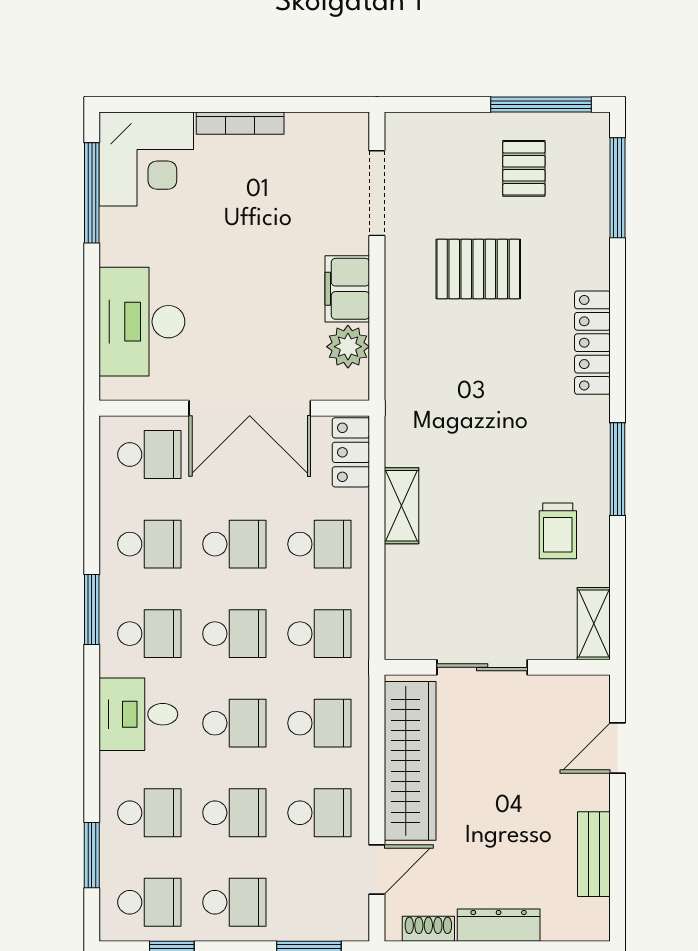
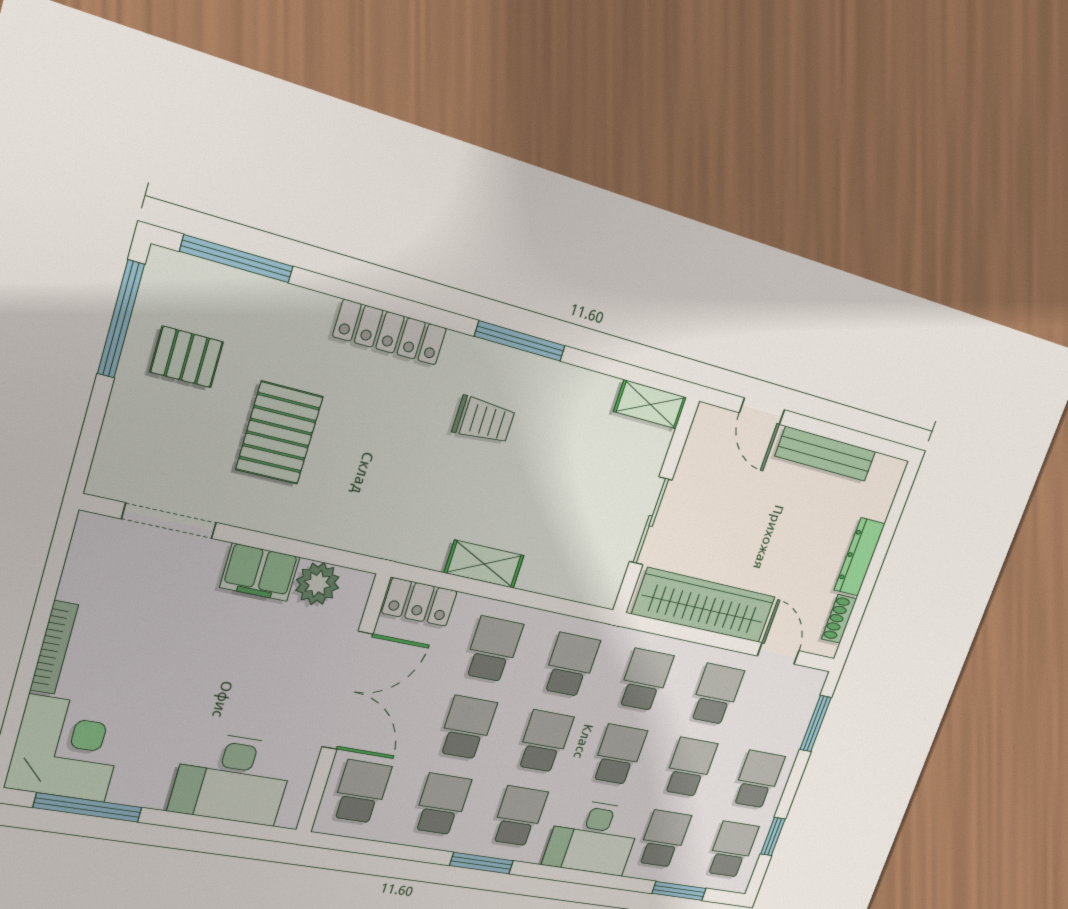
trolley: (558, 531) -> (484, 420), moved
desk: (138, 714) -> (593, 837), width x1.37
bench: (594, 854) -> (826, 454), width x1.36

